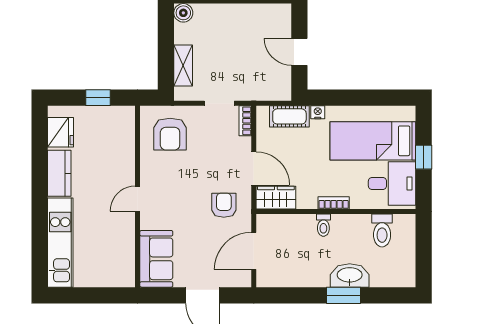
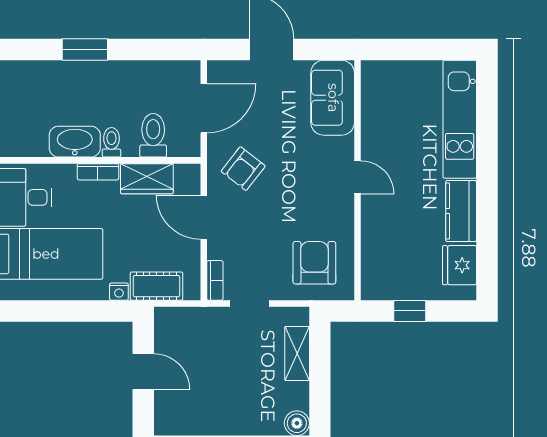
wardrobe: (276, 198) -> (147, 179), moved
door: (137, 199) -> (358, 177), hinge flipped
armchair: (224, 205) -> (243, 169), turned 38
toilet: (382, 230) -> (153, 135), moved
washbasin: (350, 276) -> (75, 142), moved, turned 180

